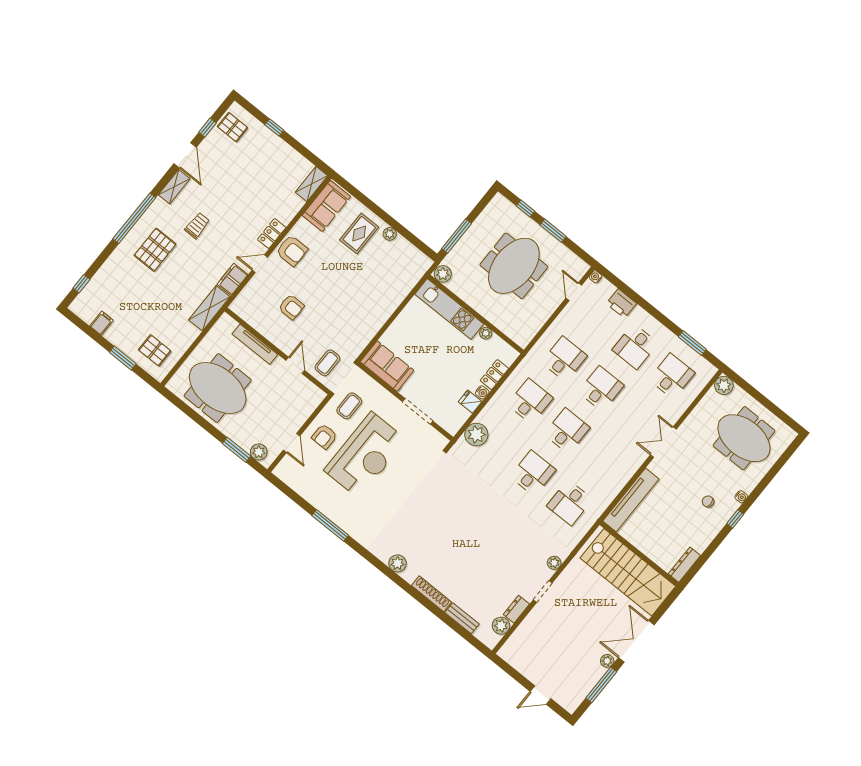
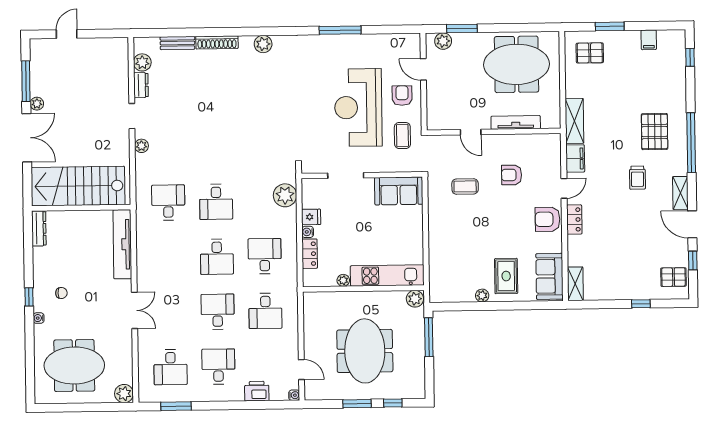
coffee table: (327, 363) -> (465, 186), moved, turned 90
desk: (601, 389) -> (218, 312), turned 180
desk: (530, 401) -> (265, 256), turned 180

